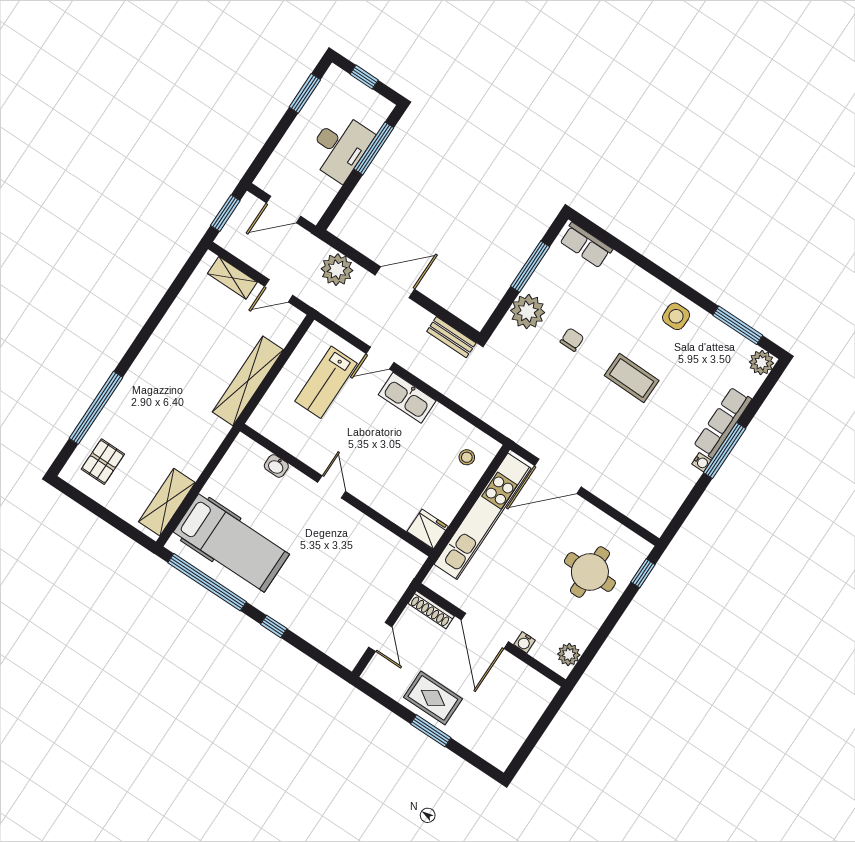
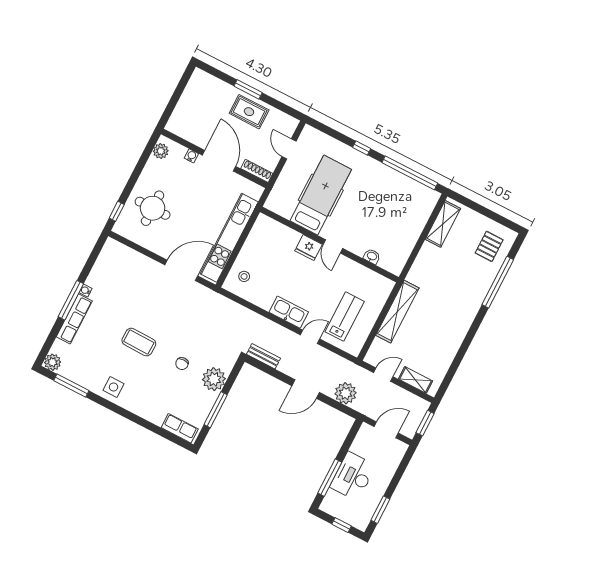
fridge: (428, 529) -> (309, 248), moved
hospital bed: (231, 543) -> (321, 195), moved, turned 90

